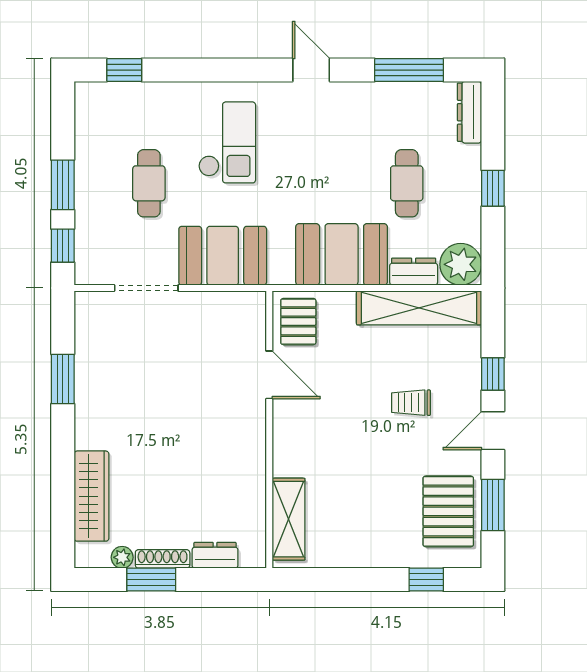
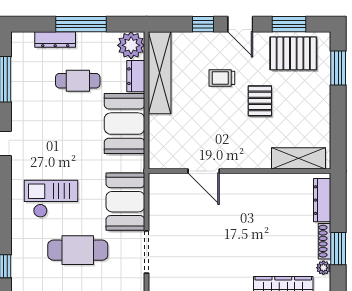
dresser: (470, 112) -> (55, 39), moved
cafe table: (149, 183) -> (78, 250), width x1.37, depth x1.35
window: (493, 188) -> (81, 24), width x2.17
pallet: (298, 322) -> (260, 101), moved, turned 90
door: (269, 375) -> (204, 171), swing flipped
trolley: (411, 403) -> (222, 78), turned 90
dresser: (215, 555) -> (322, 200), width x1.44
window: (426, 580) -> (338, 68), width x1.50

